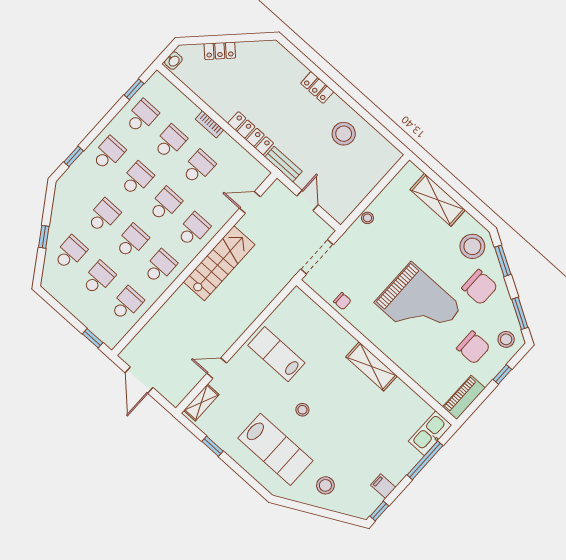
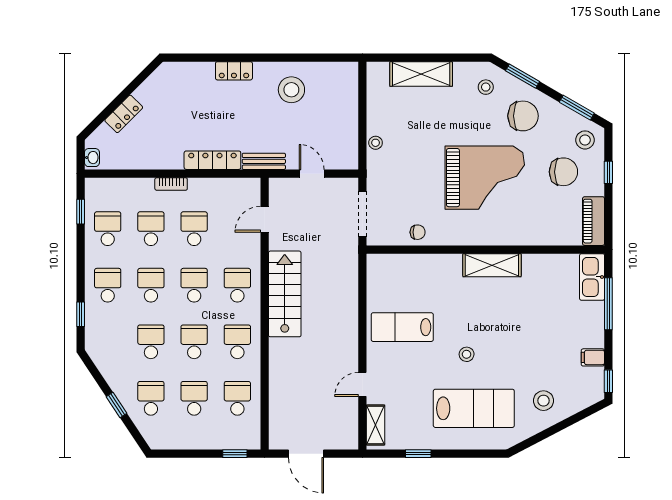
stool: (472, 246) -> (486, 87), width x0.53, depth x0.53

